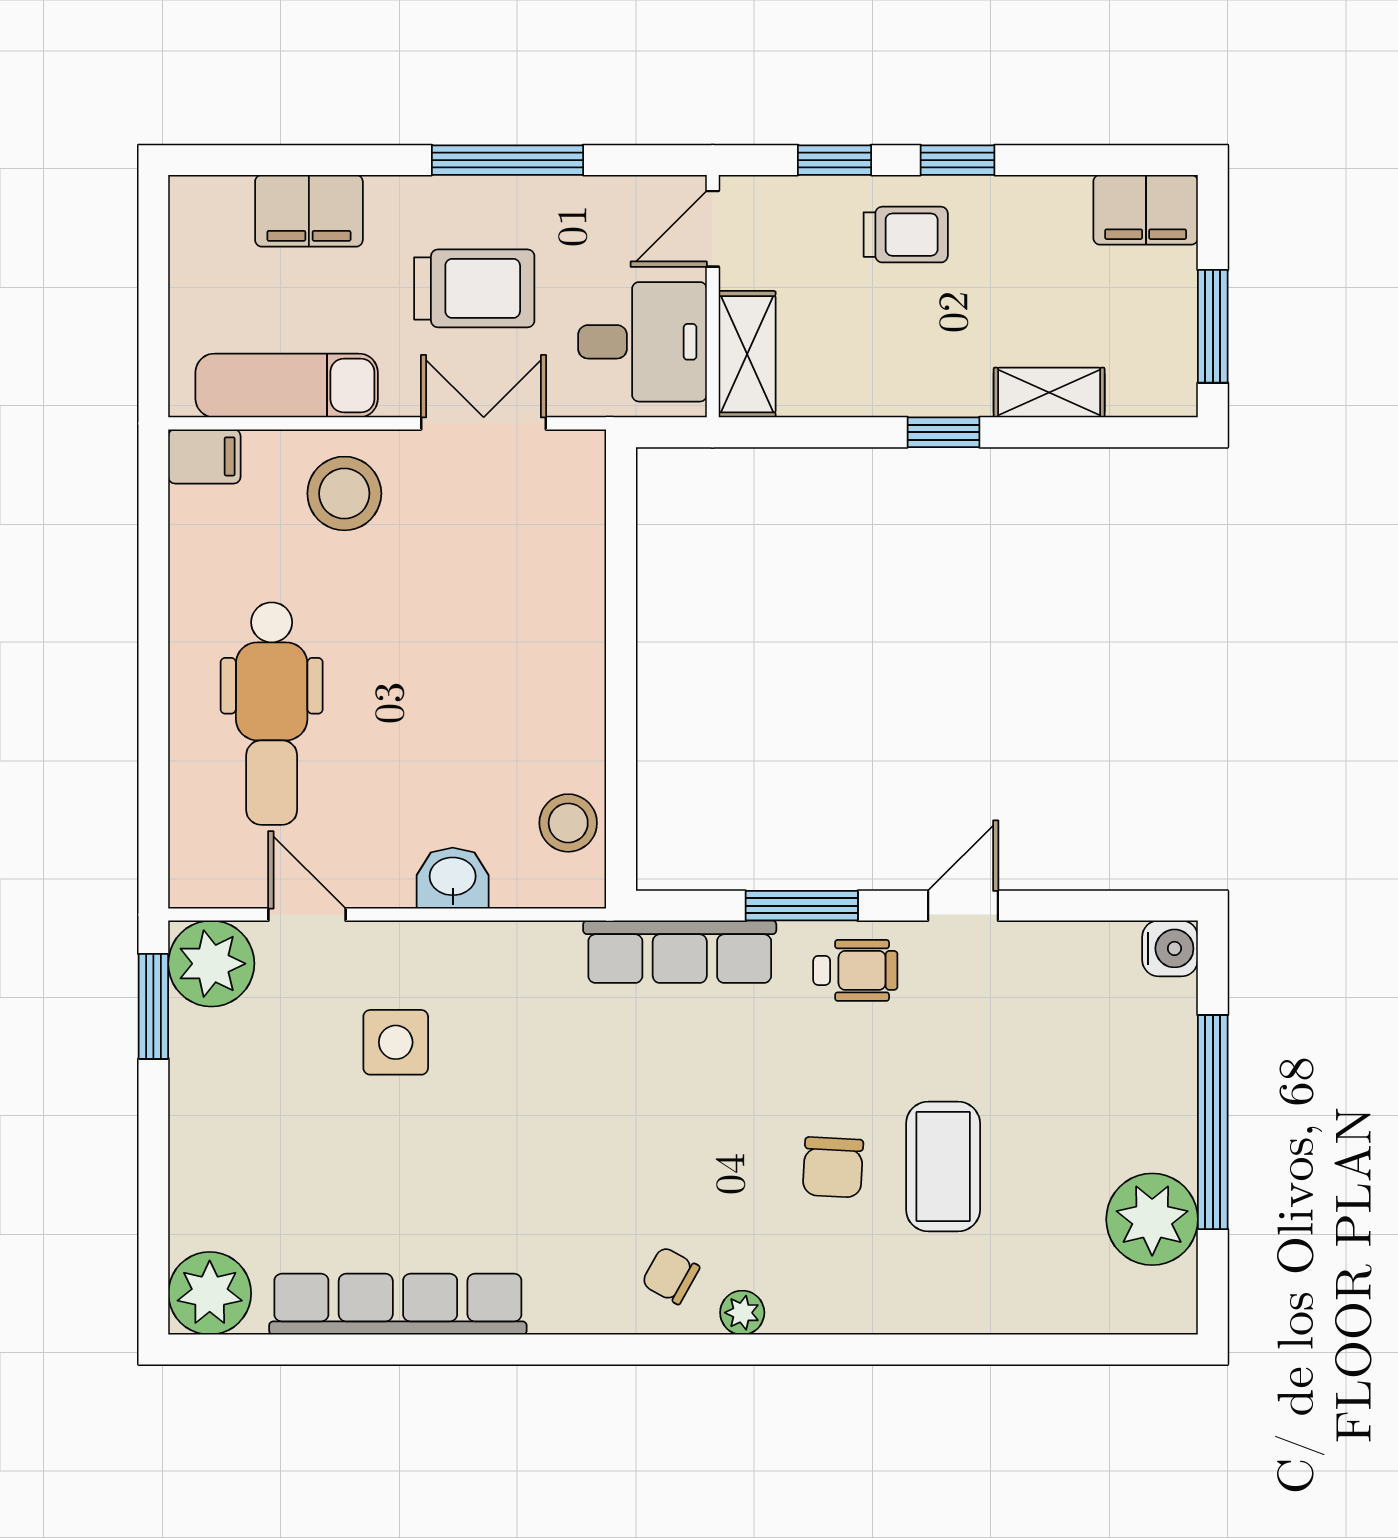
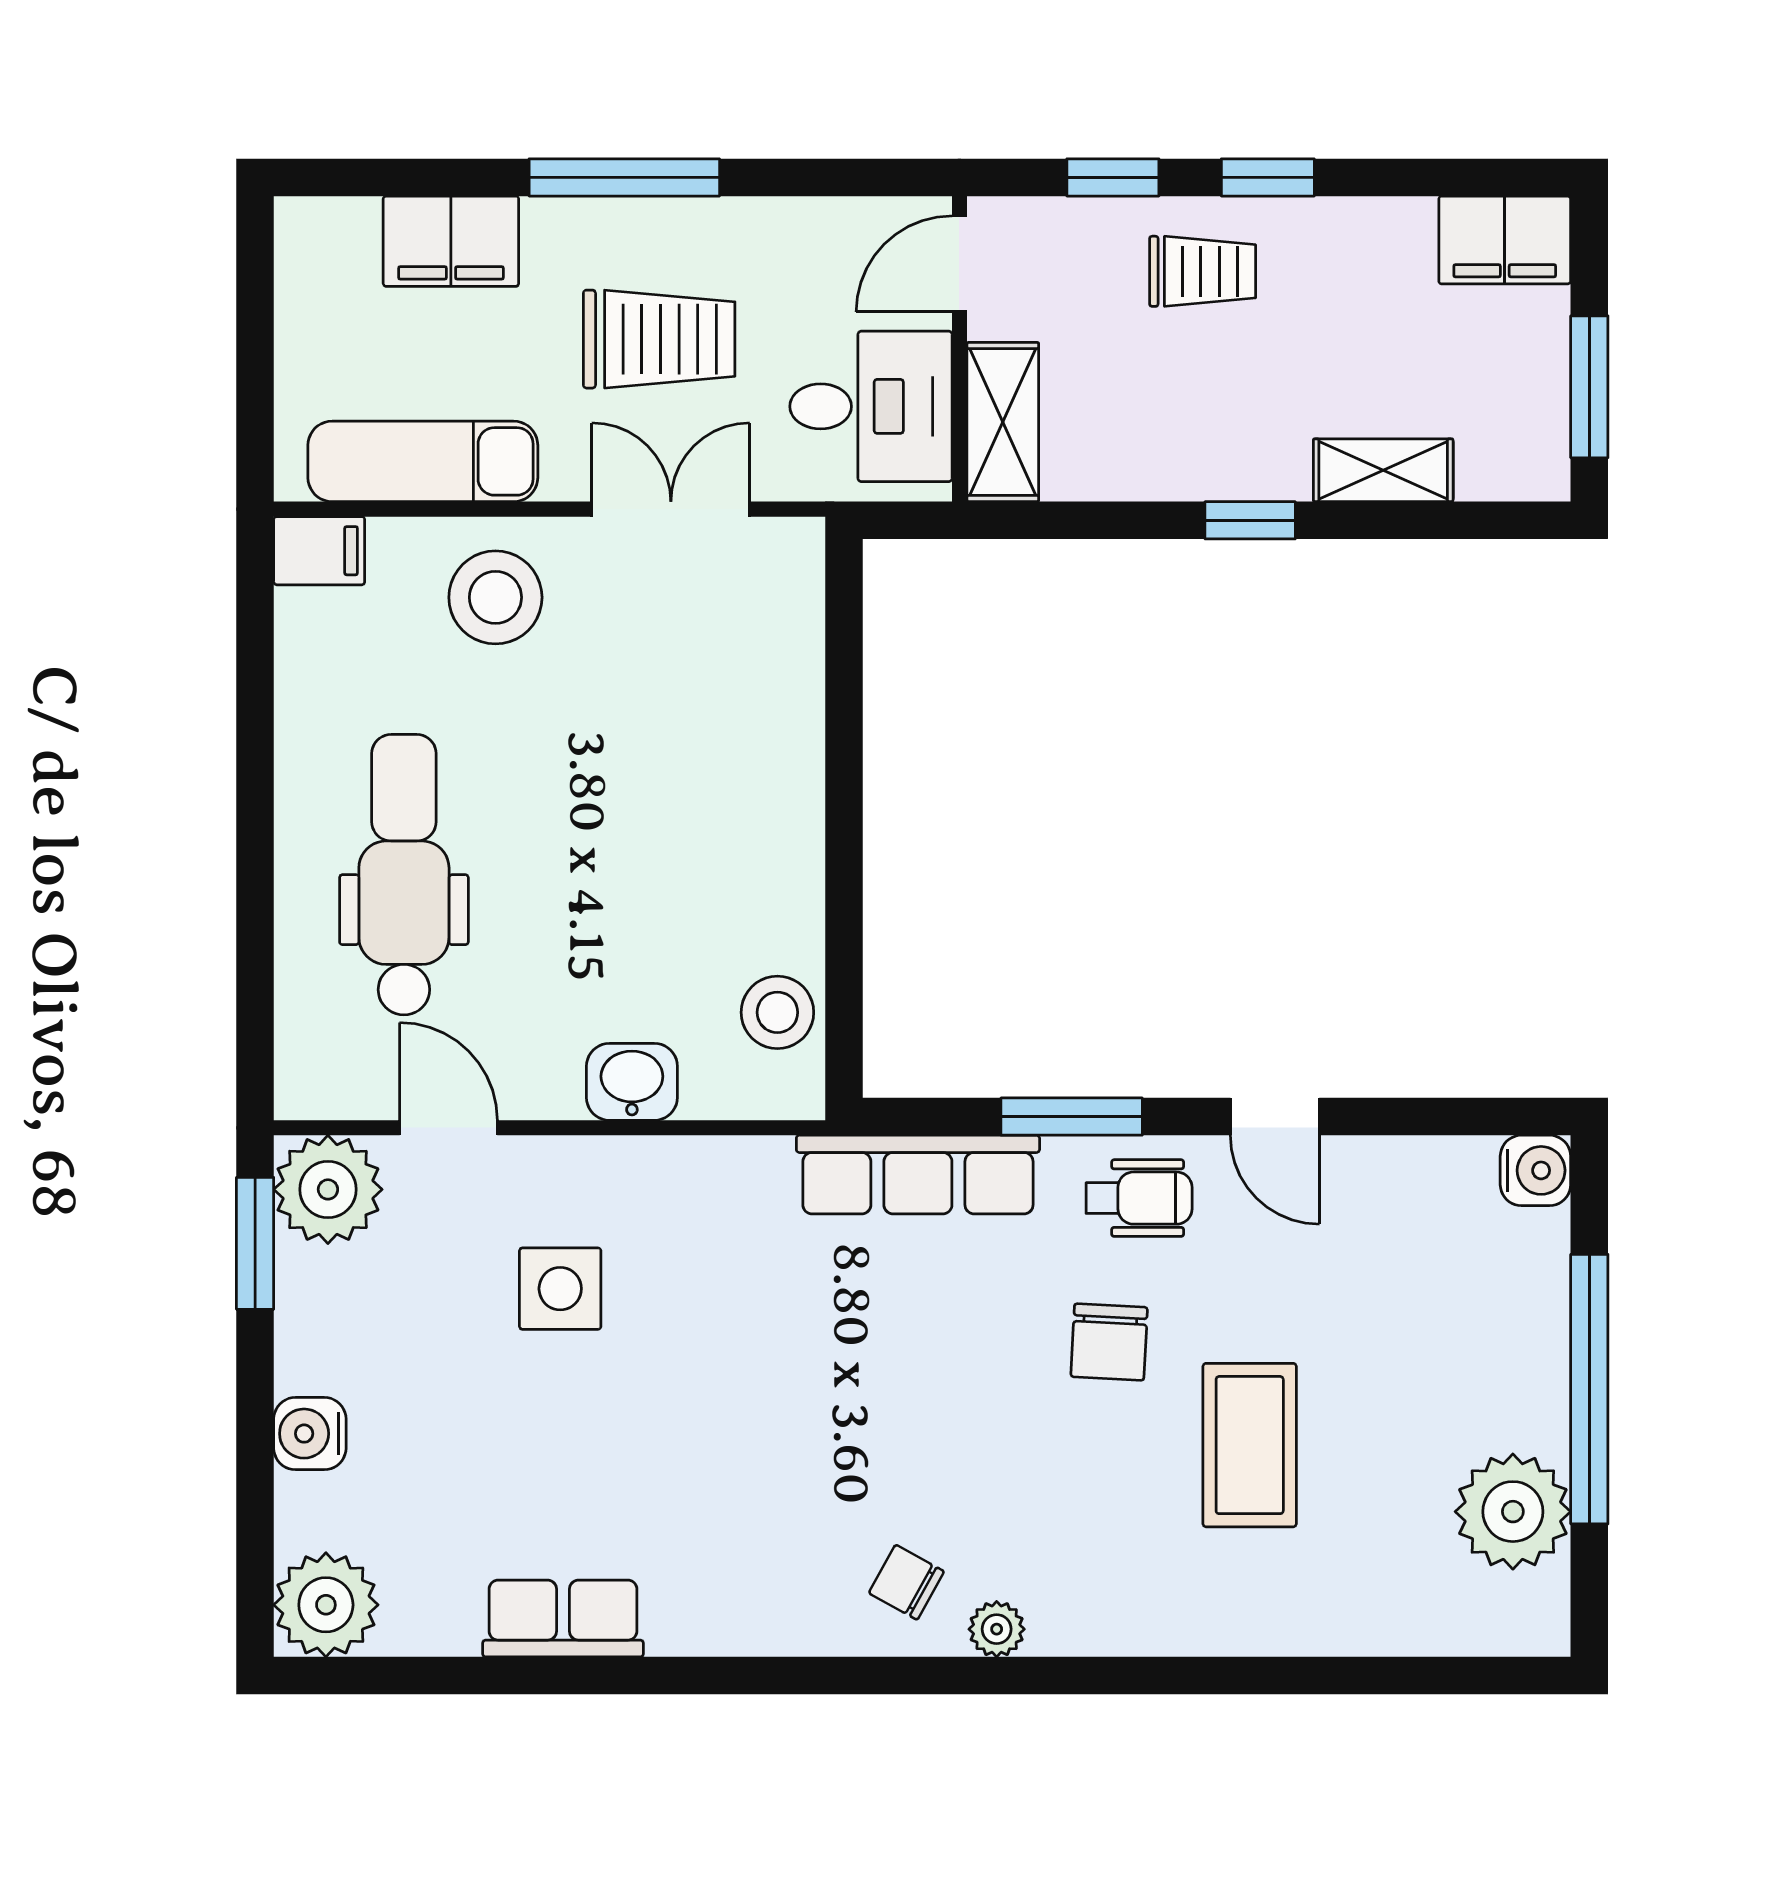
window: (507, 160) -> (624, 177), moved
dental chair: (272, 714) -> (404, 875), turned 180
door: (963, 906) -> (1275, 1117), swing flipped
water cooler: (197, 1157) -> (310, 1434), added
chair: (833, 1167) -> (1109, 1342), moved
row of seats: (398, 1304) -> (563, 1619), width x0.50

